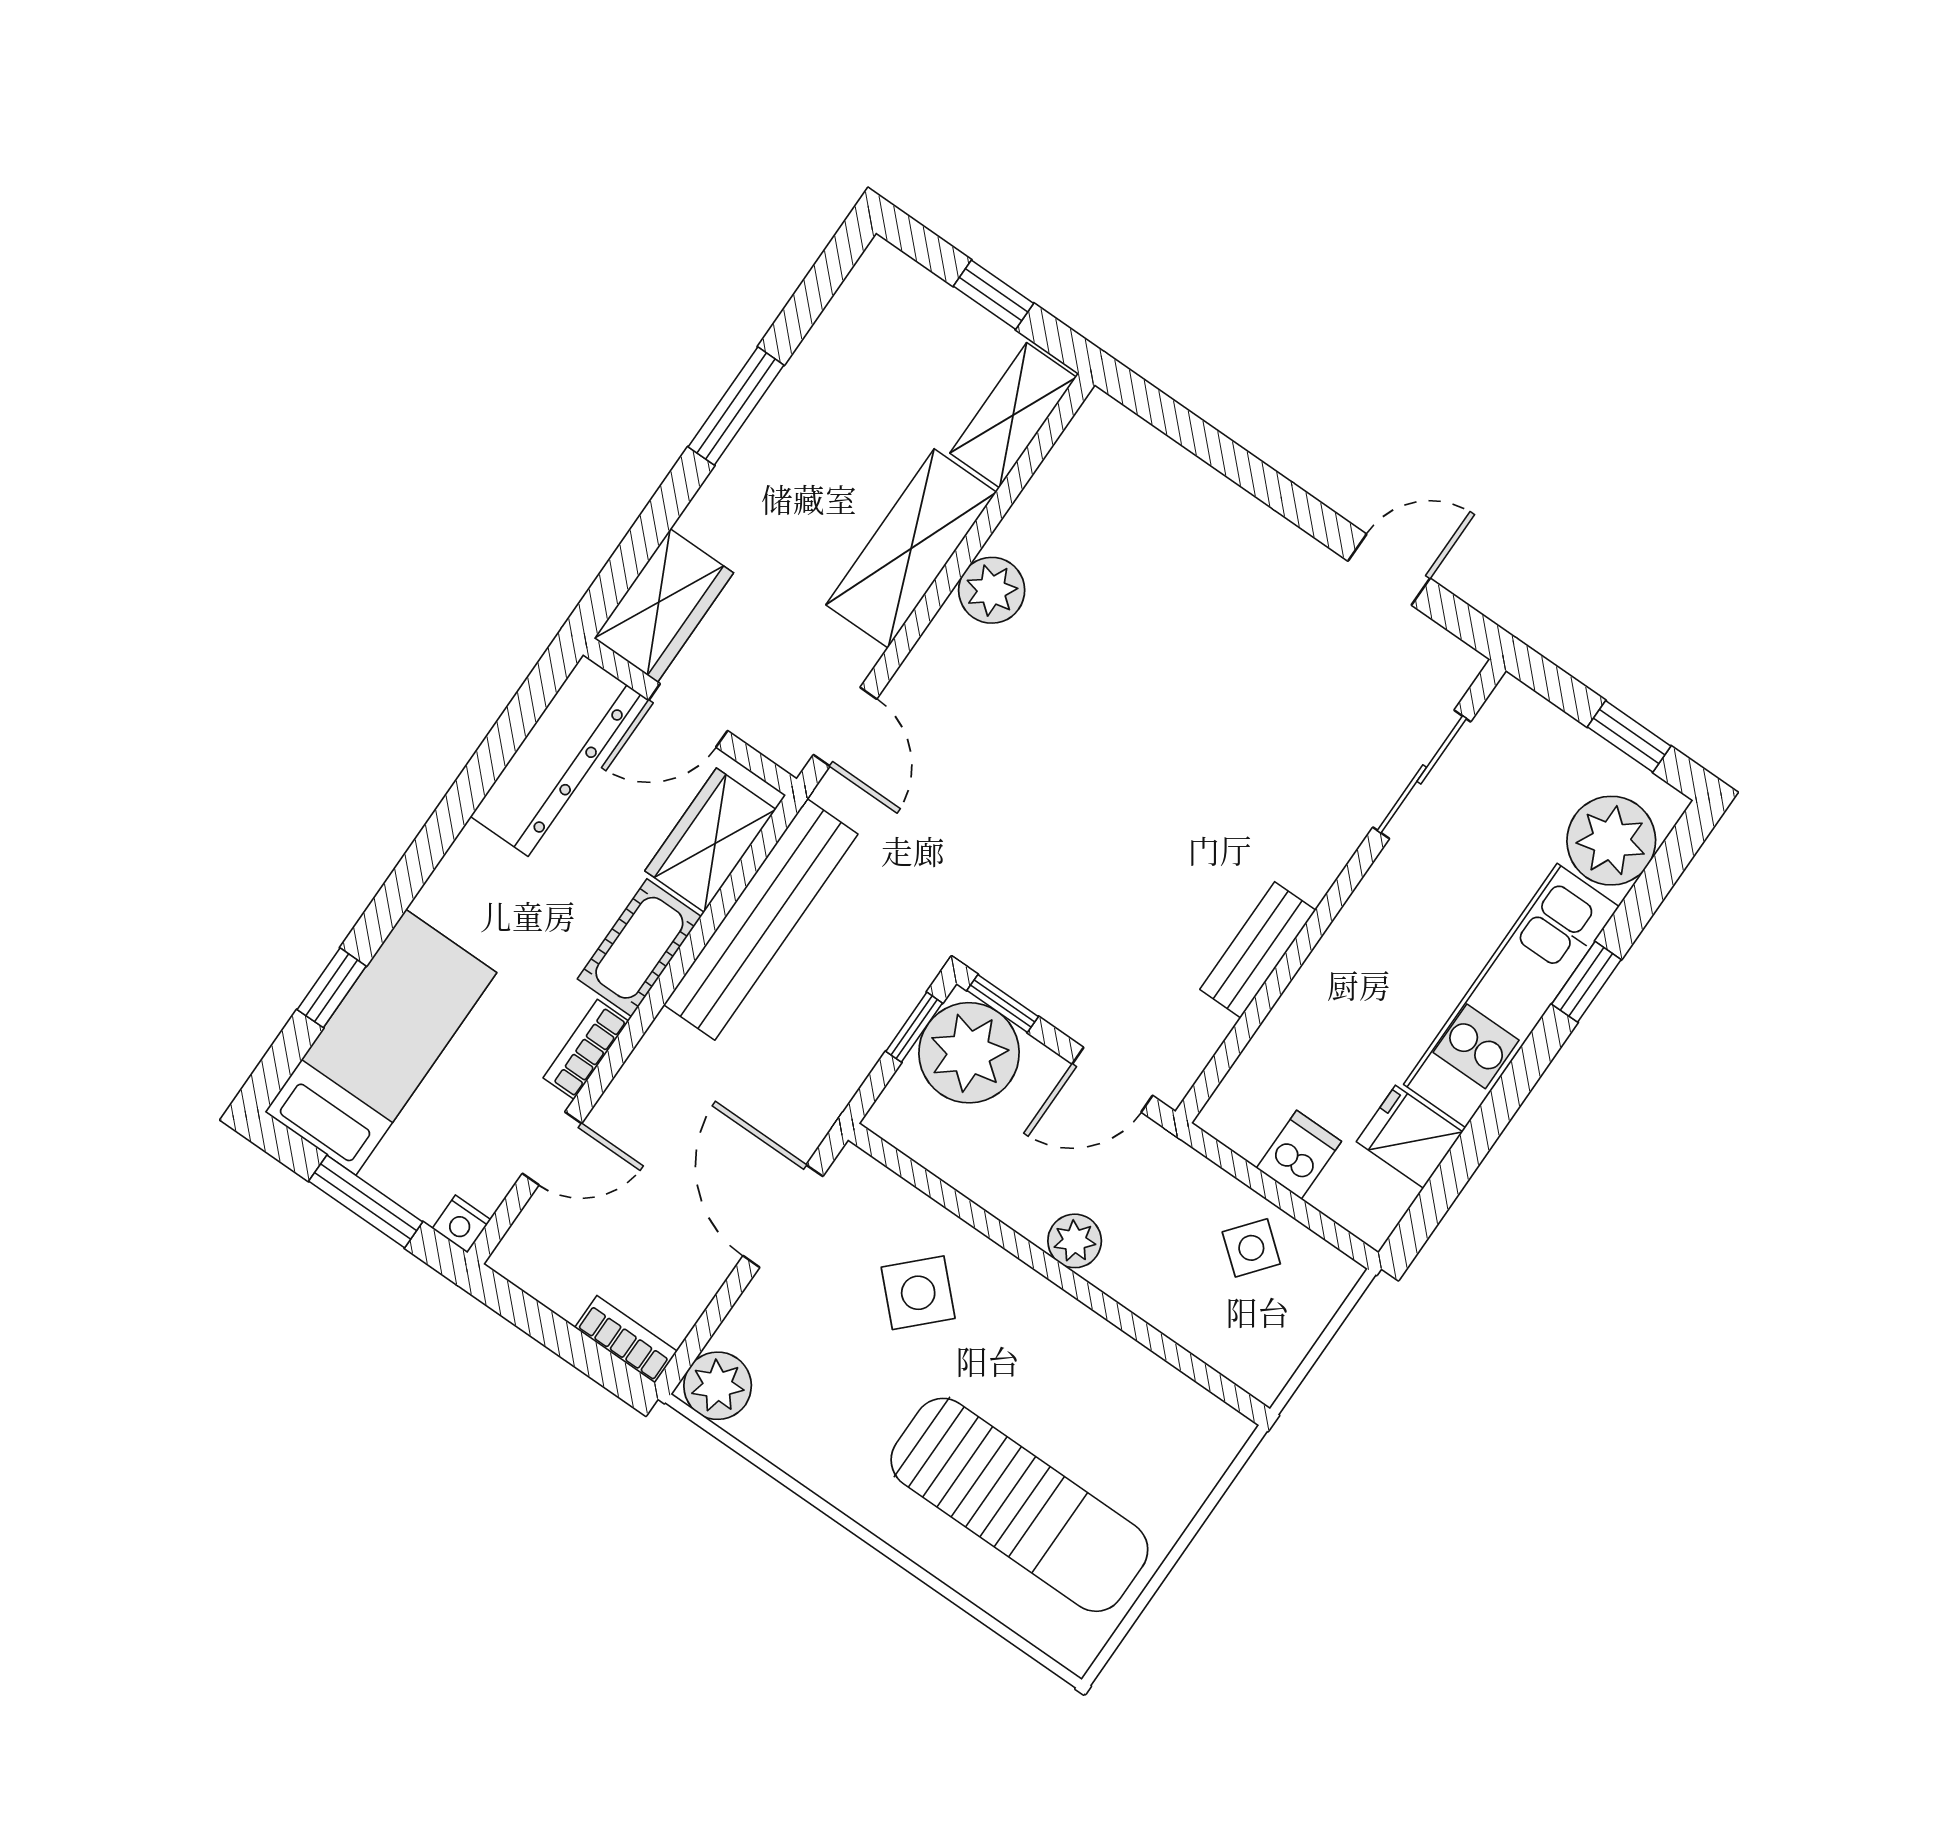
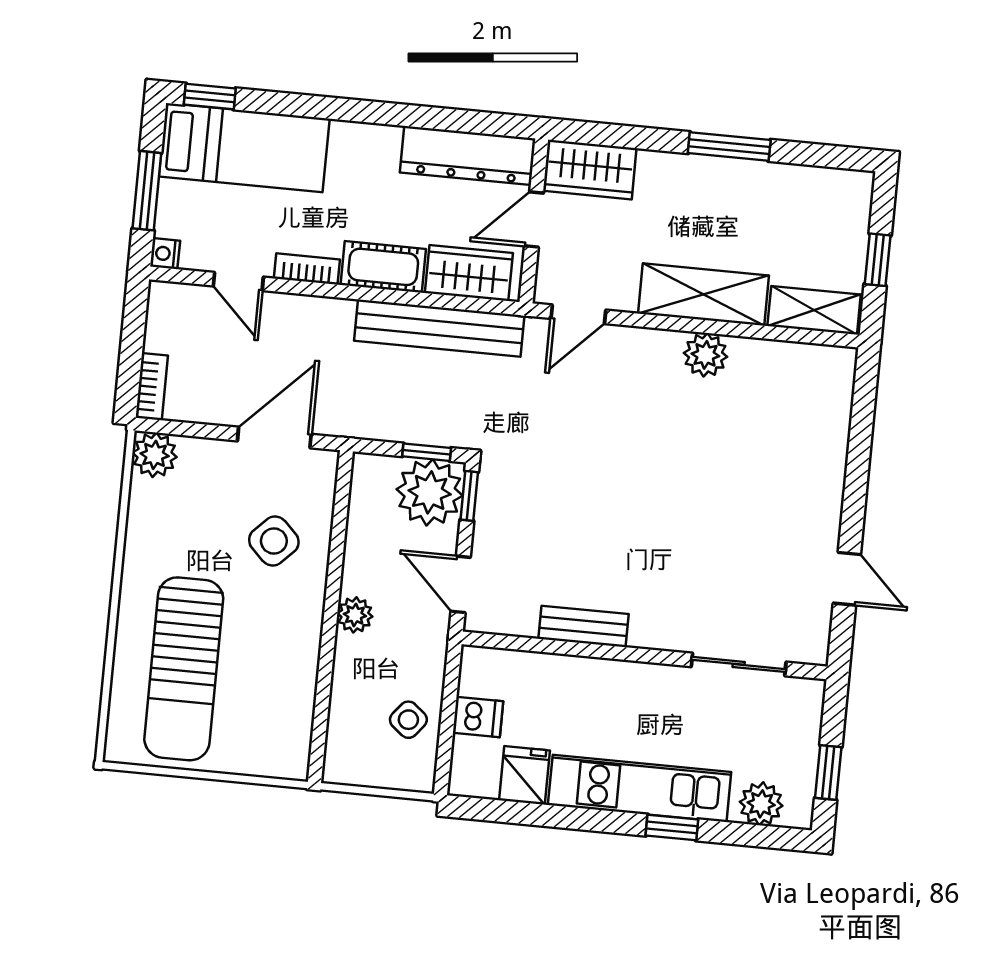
door: (688, 715) -> (534, 219), hinge flipped
plant: (1611, 841) -> (761, 804), width x0.73, depth x0.73
window: (332, 988) -> (210, 97), moved

